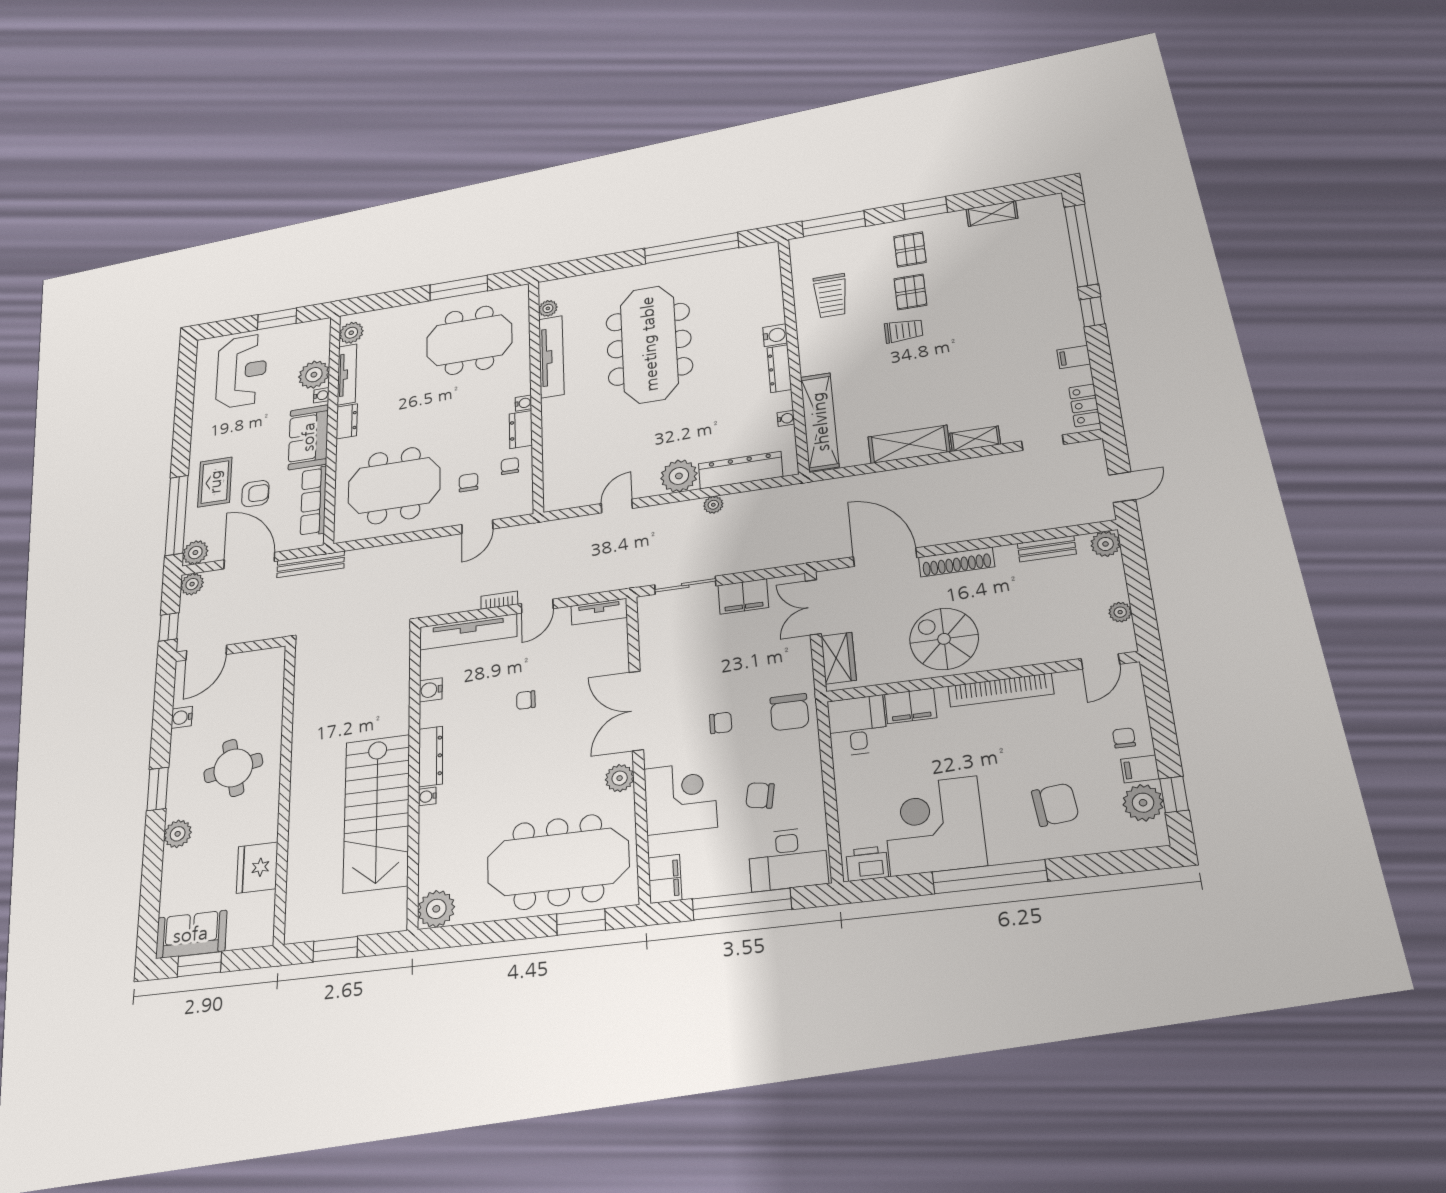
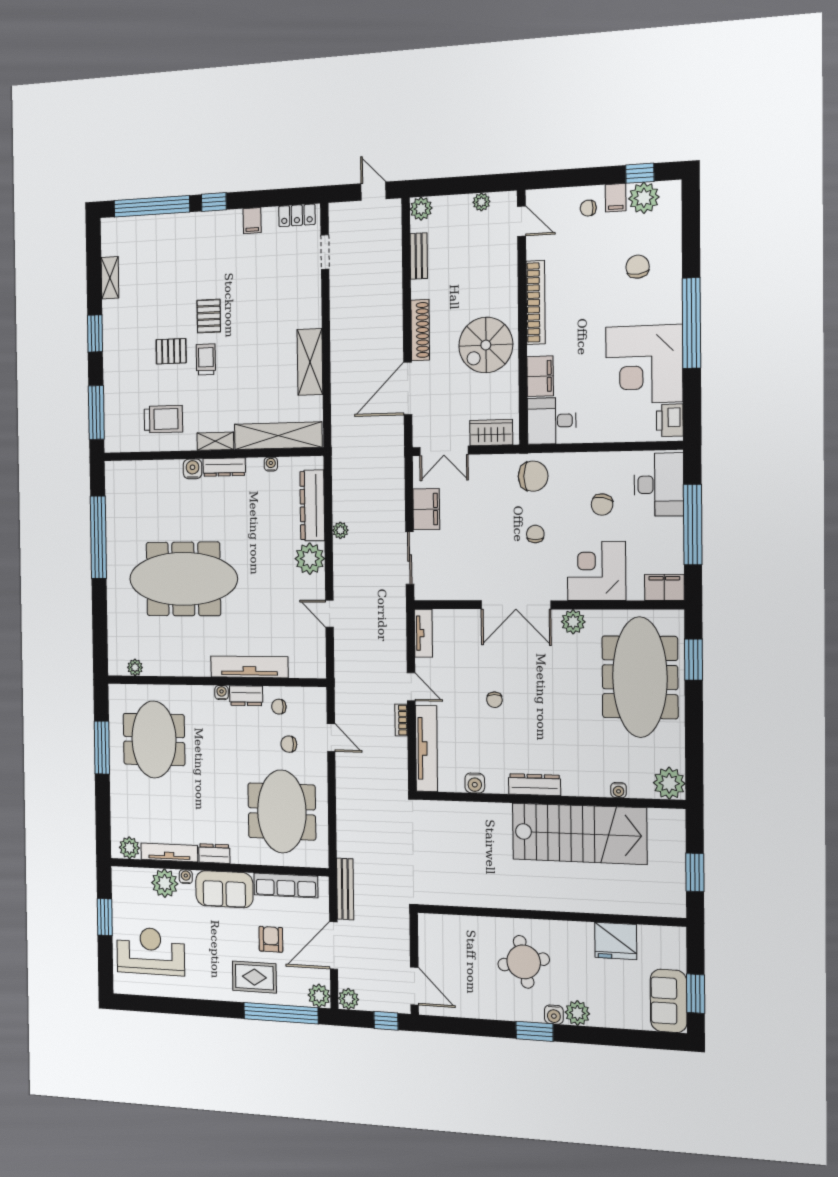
pallet: (910, 249) -> (209, 316), moved, turned 90
tv unit: (551, 357) -> (249, 667), moved
shelving: (975, 439) -> (215, 441), moved, turned 90
water cooler: (182, 717) -> (554, 1015), moved
water cooler: (427, 796) -> (619, 790), moved
chair: (1055, 805) -> (638, 267), width x0.73, depth x0.73

